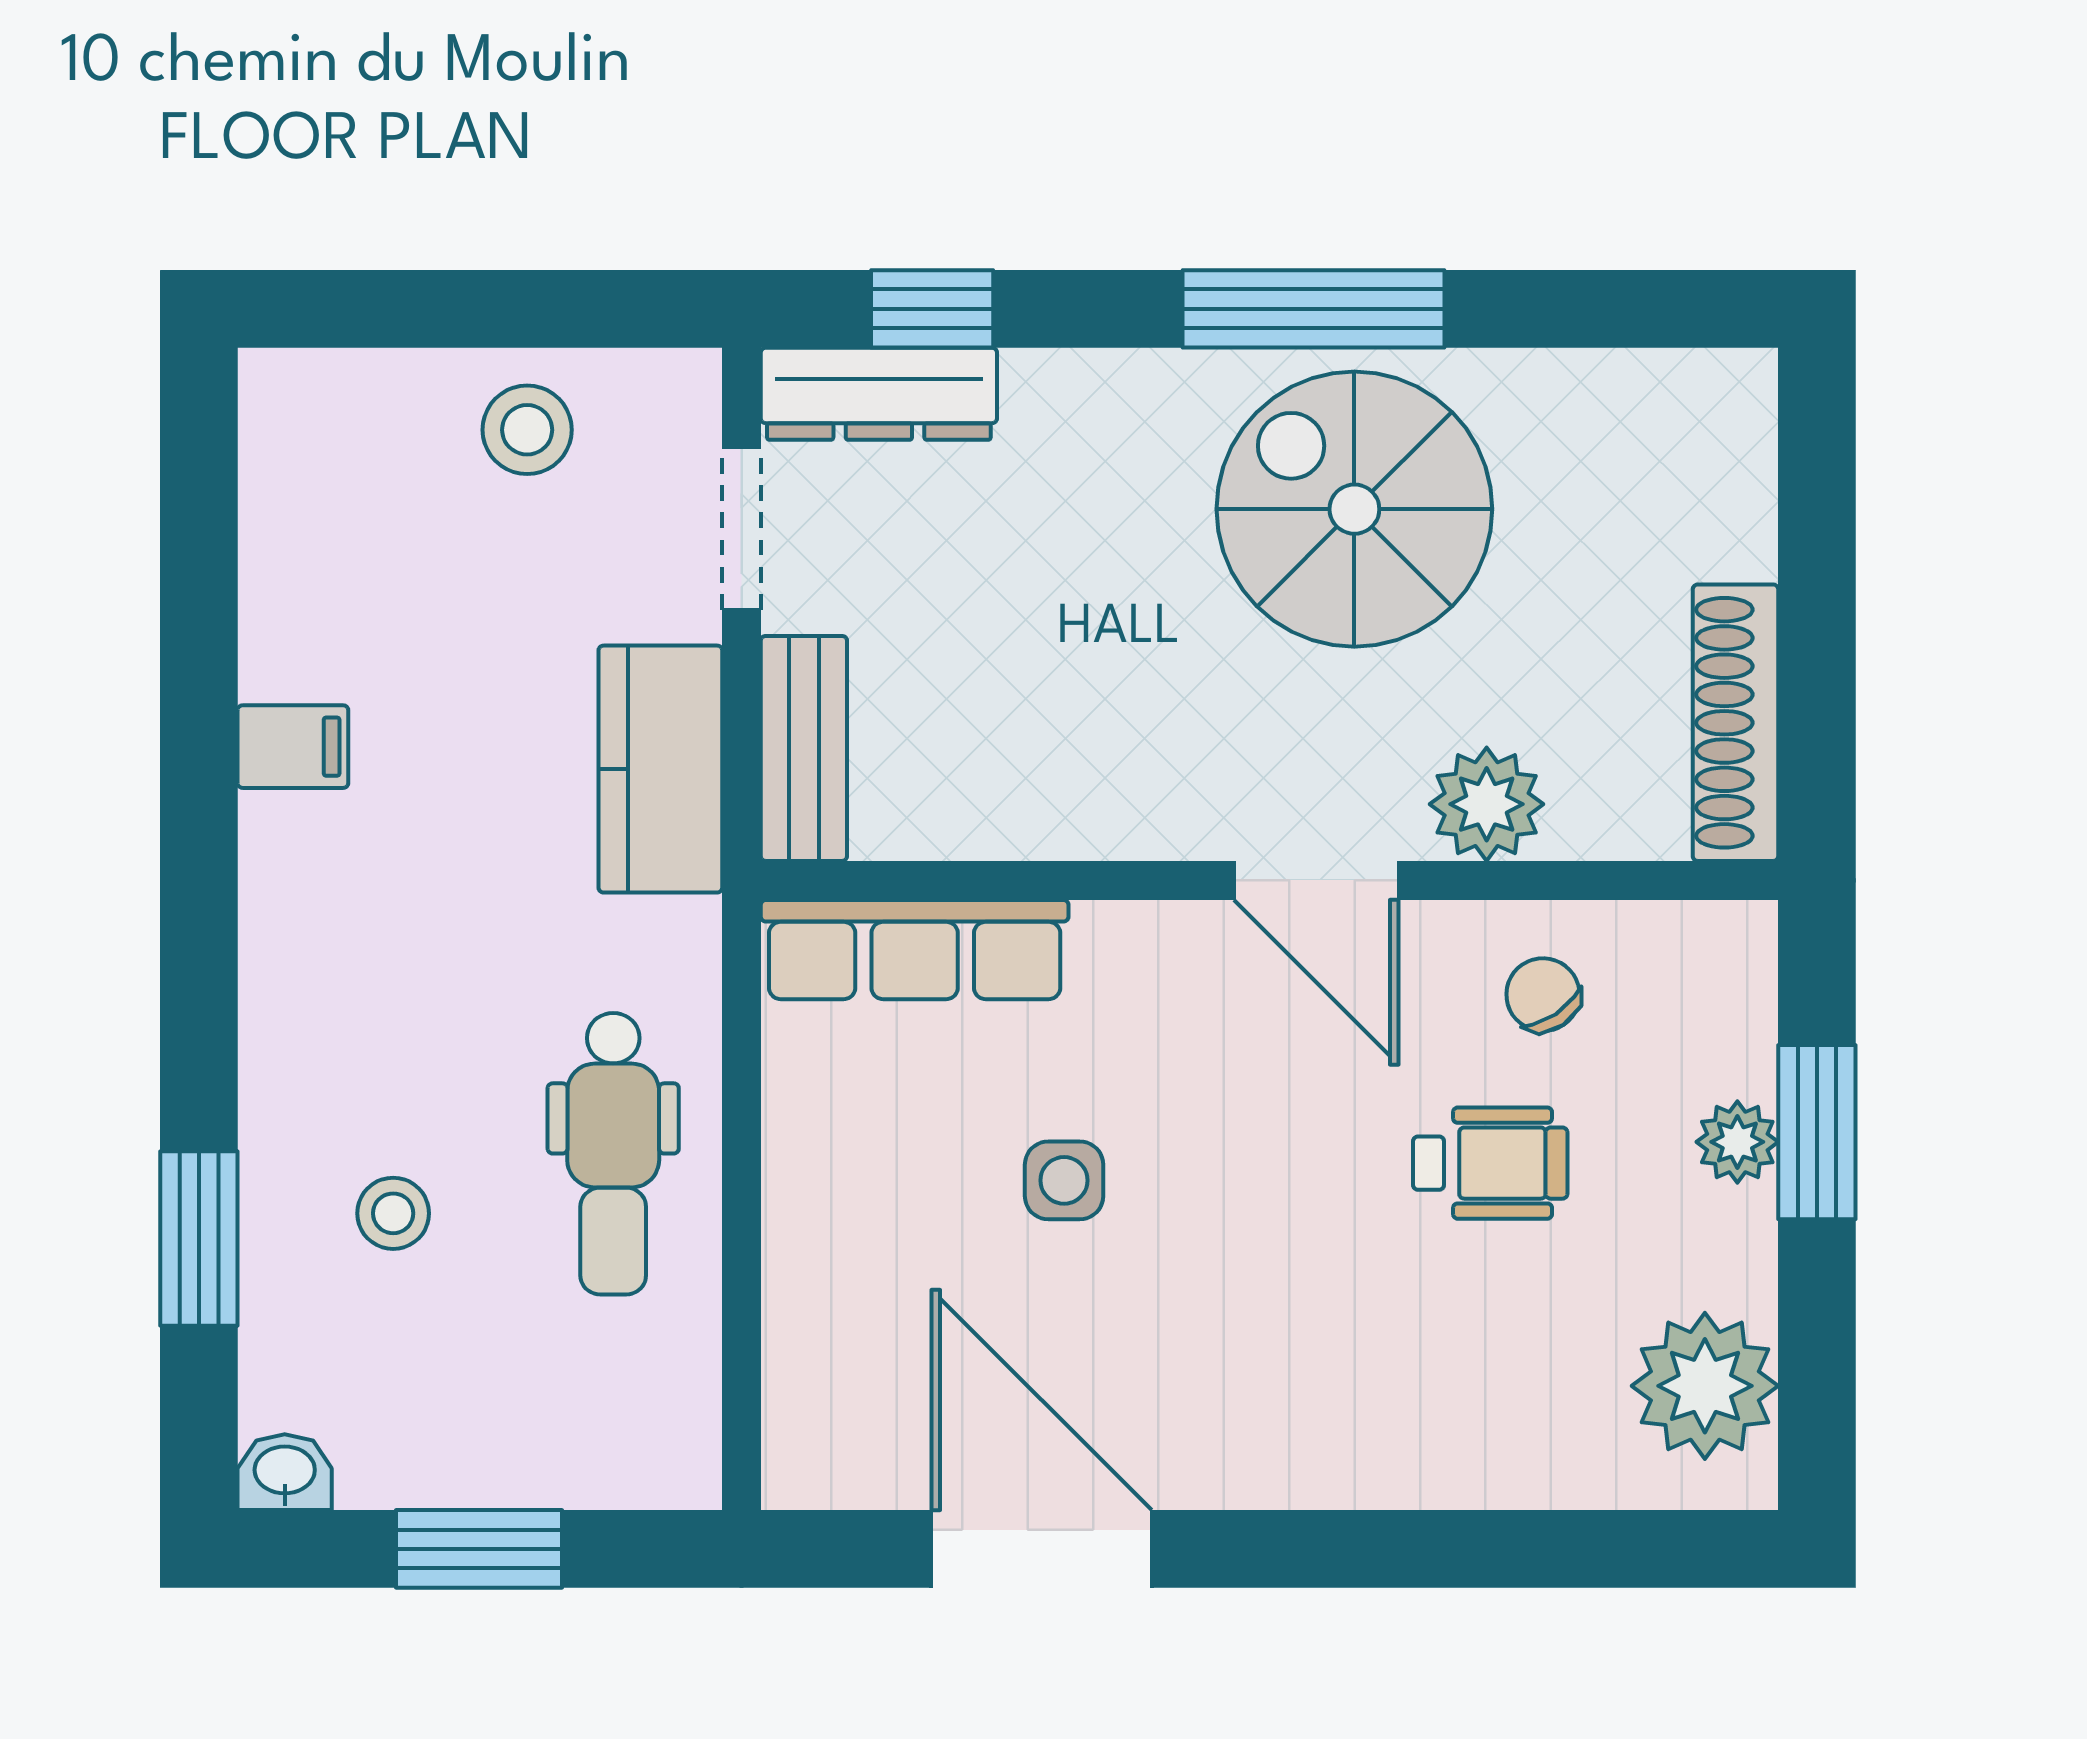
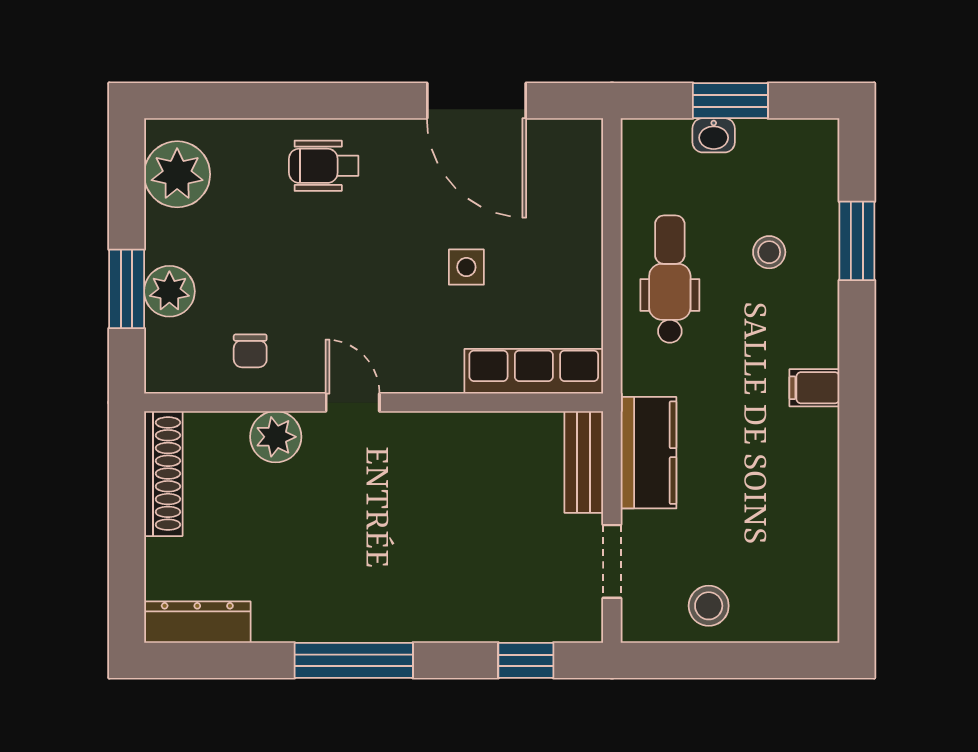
dresser: (879, 394) -> (197, 622), moved
spiral stairs: (1354, 509) -> (335, 570), removed
filing cabinet: (293, 747) -> (814, 388), moved
door: (1316, 880) -> (353, 402), width x0.73
chair: (1543, 995) -> (250, 351), turned 34
plant: (1737, 1142) -> (169, 291), width x1.38, depth x1.38
wheelchair: (1490, 1163) -> (324, 166), moved
washbasin: (285, 1472) -> (714, 135), moved

